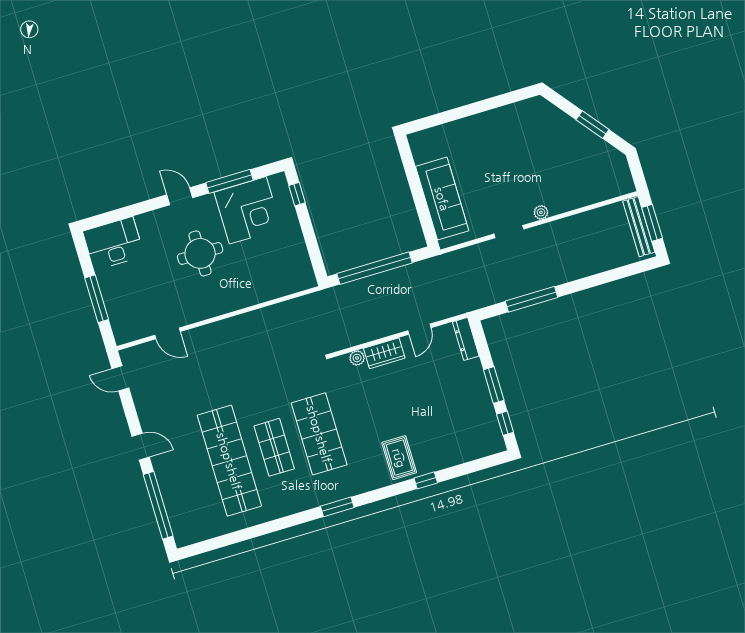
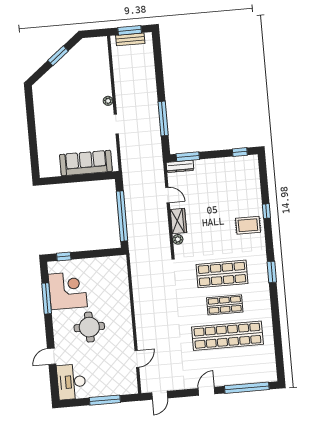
door: (180, 196) -> (52, 356), moved
bench: (639, 227) -> (130, 39), width x0.73
window: (494, 385) -> (188, 157), moved

